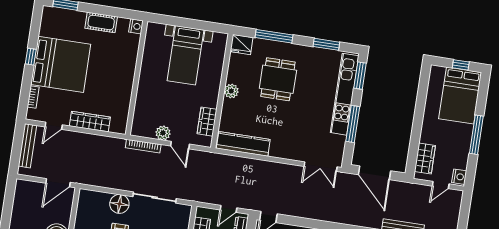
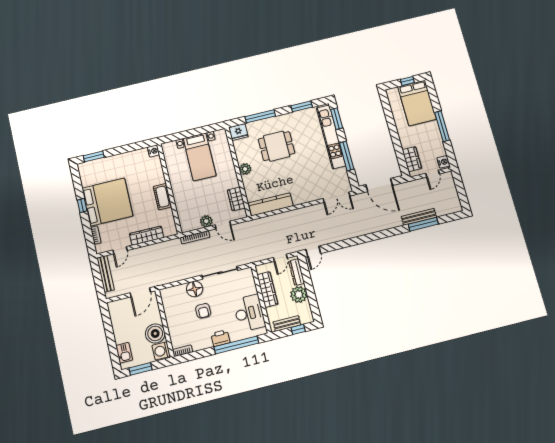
cot: (101, 22) -> (162, 197), moved, turned 90
dining table: (278, 79) -> (277, 146), turned 90

